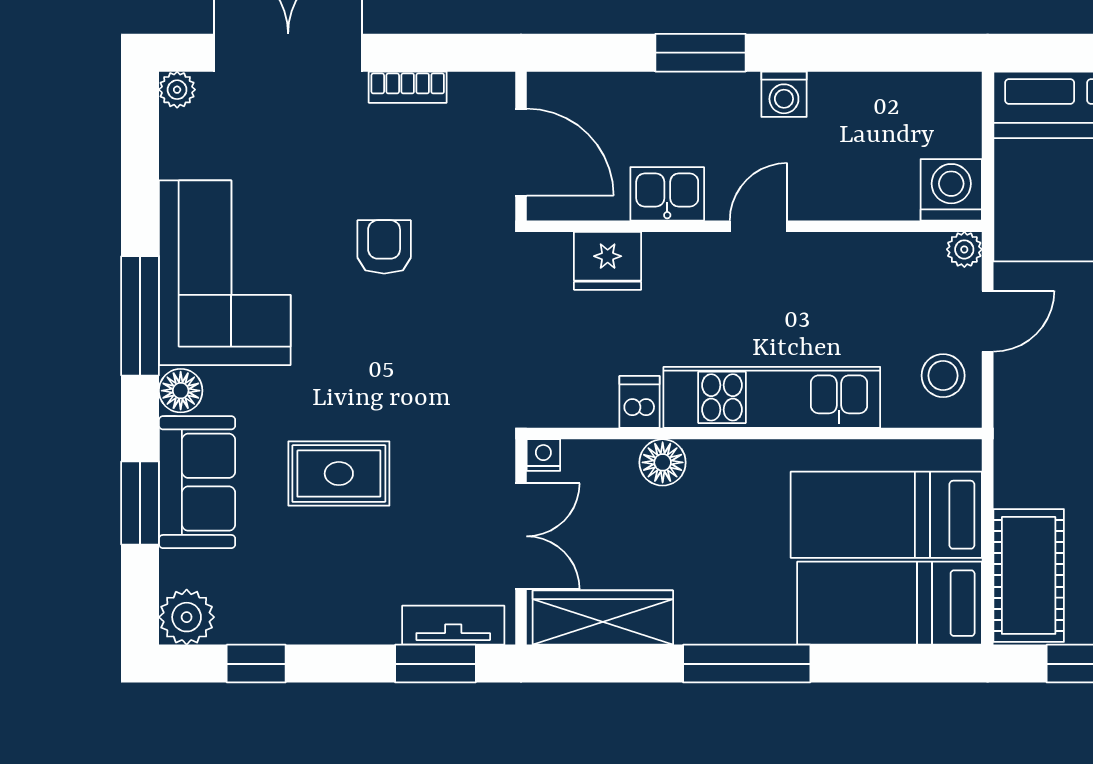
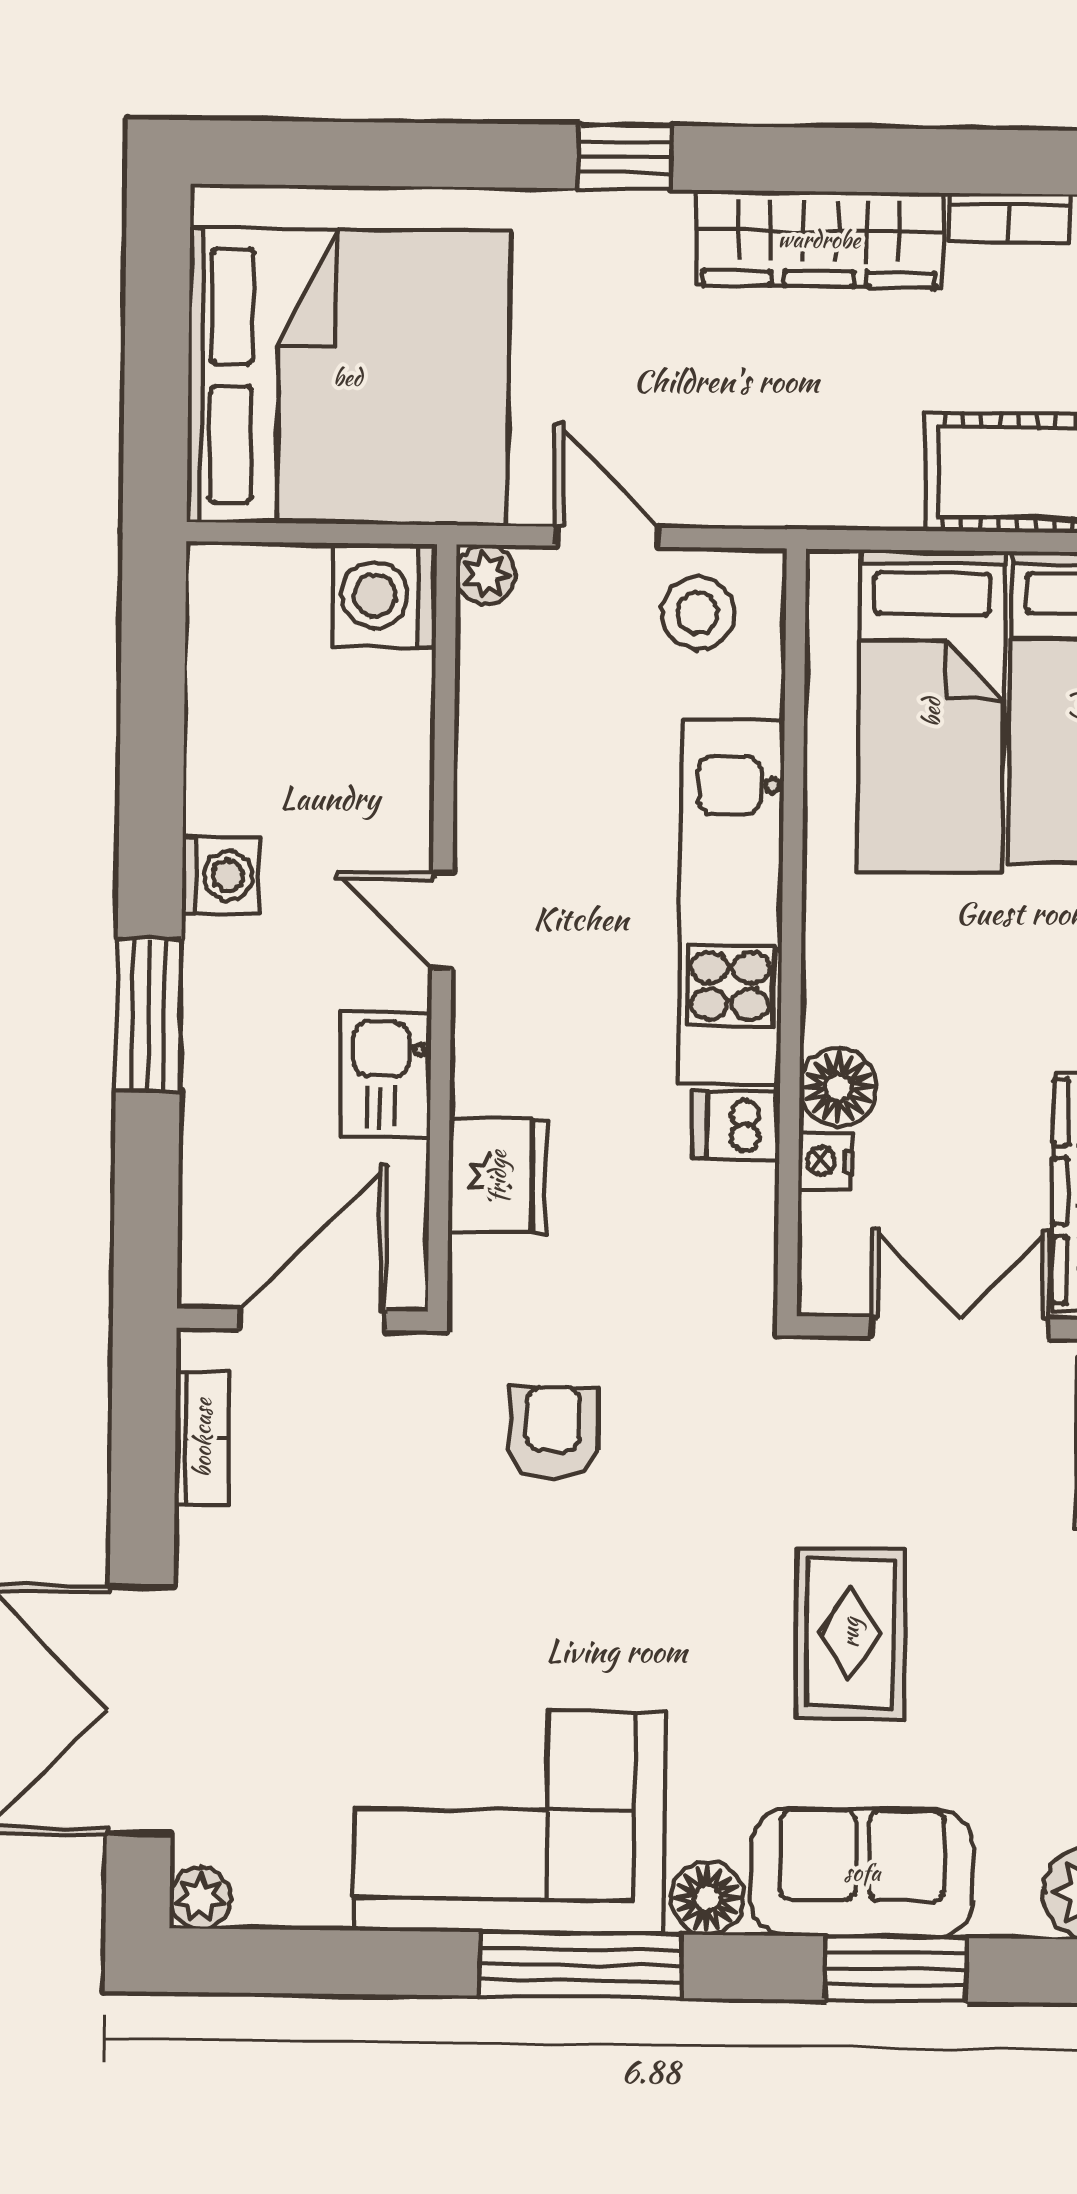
bookcase: (408, 87) -> (202, 1438), moved
armchair: (384, 247) -> (553, 1432), moved, turned 90
nightstand: (543, 455) -> (825, 1161), moved

